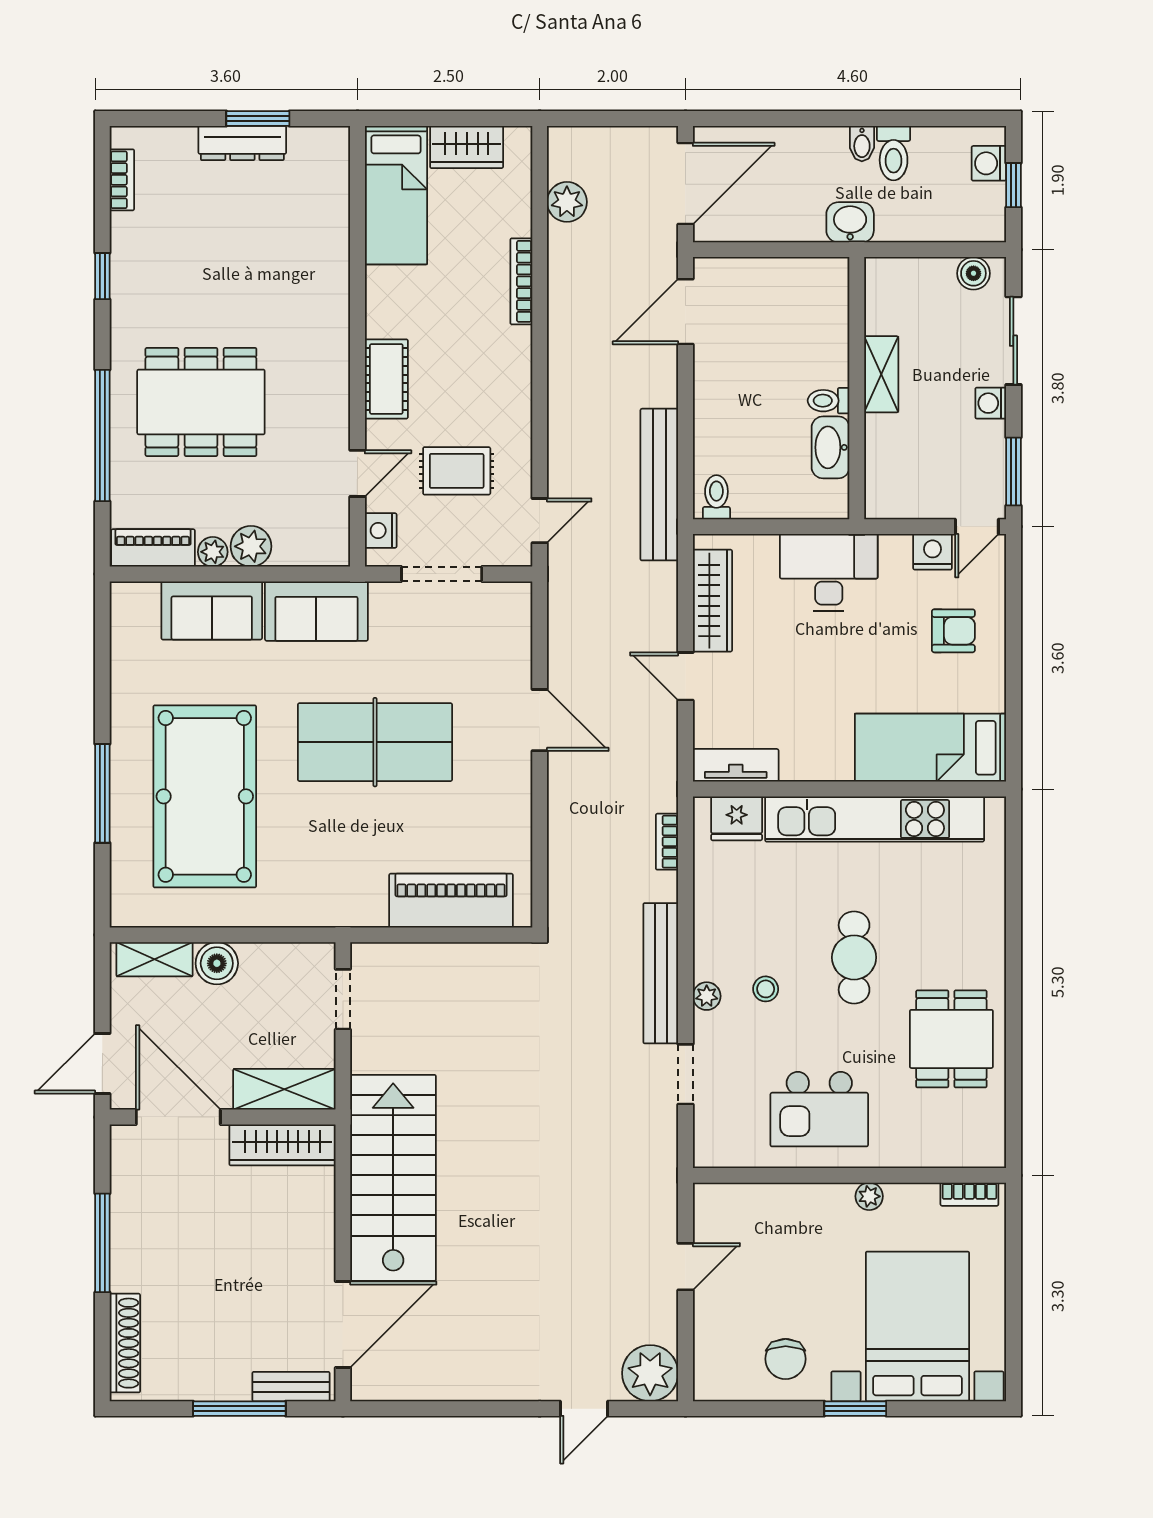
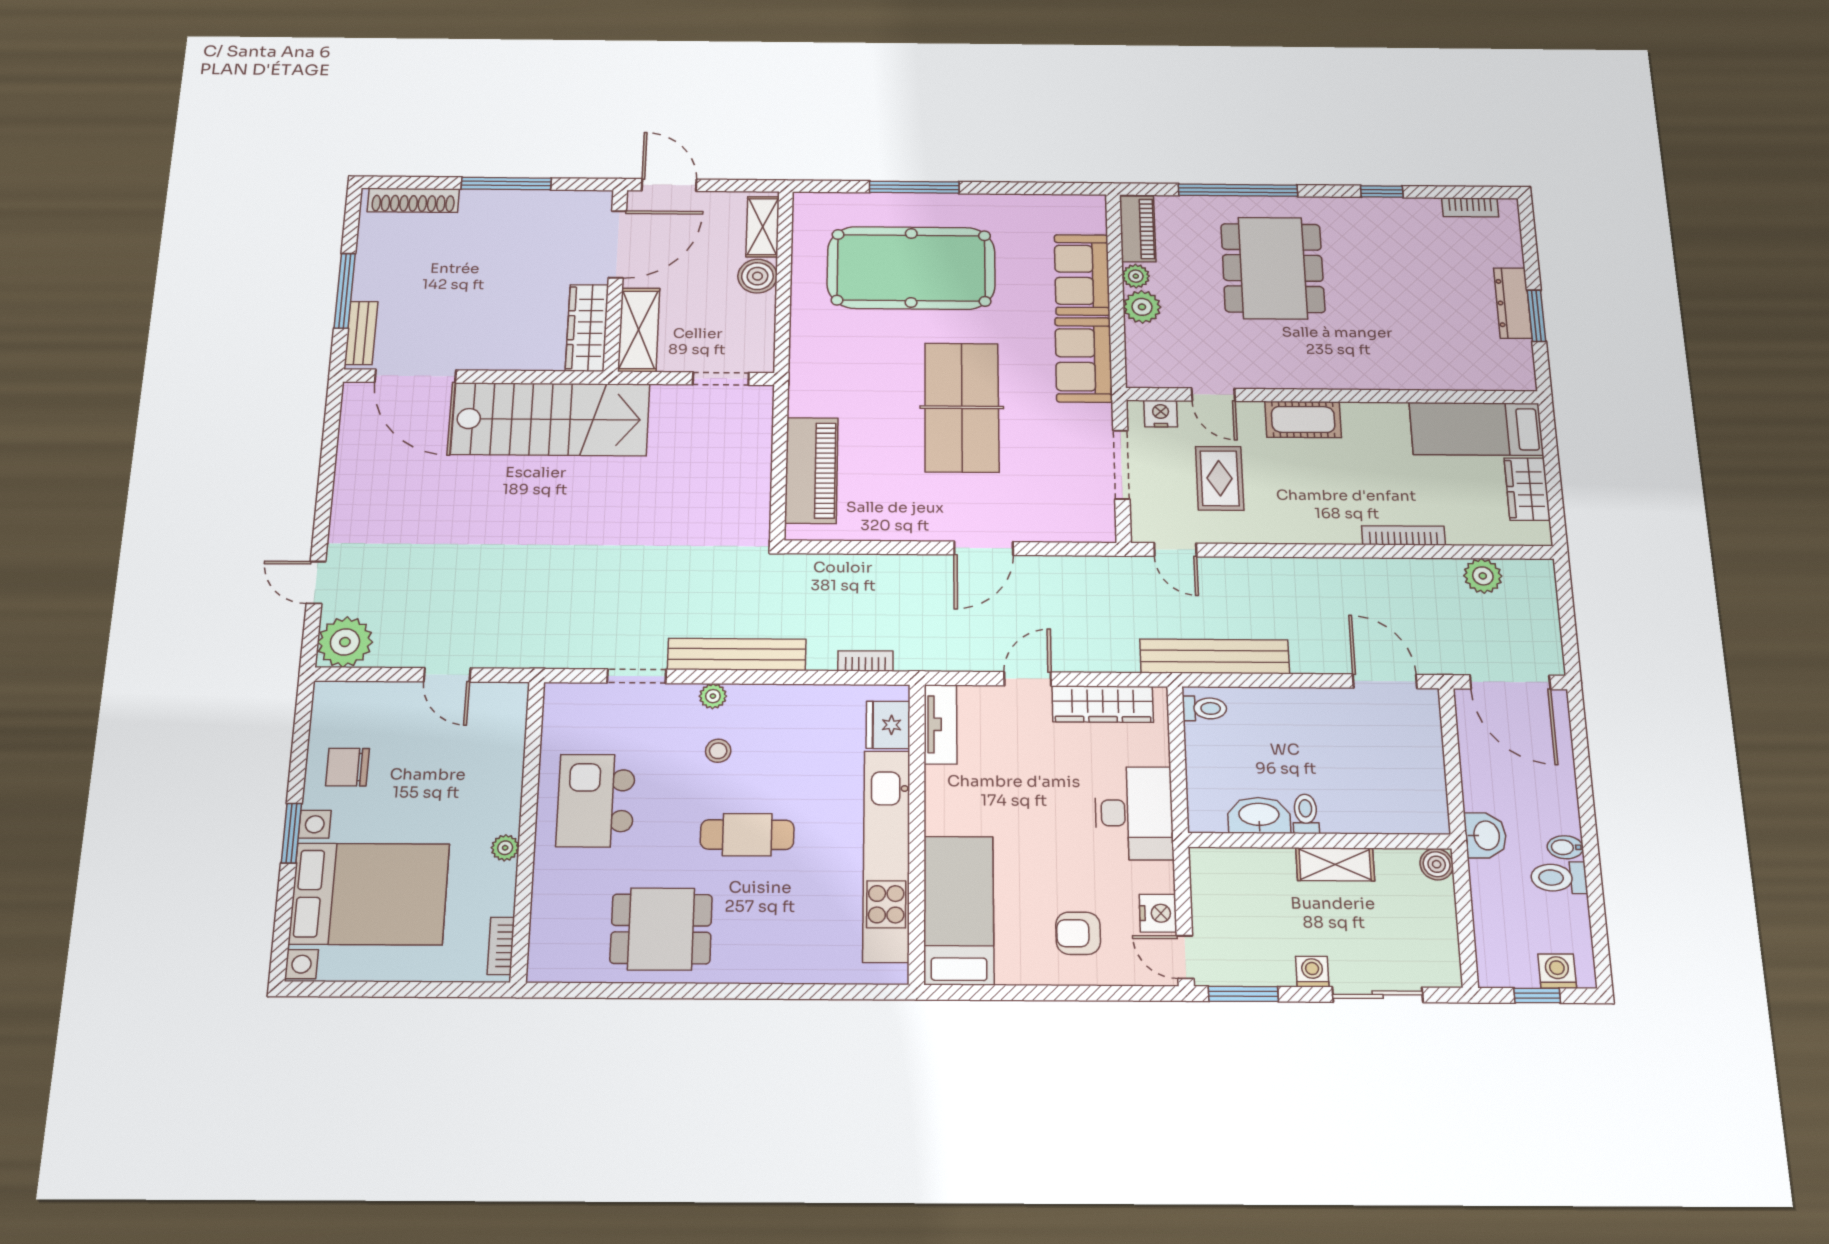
boiler: (973, 273) -> (1437, 864), moved
armchair: (953, 631) -> (1078, 933), turned 90

